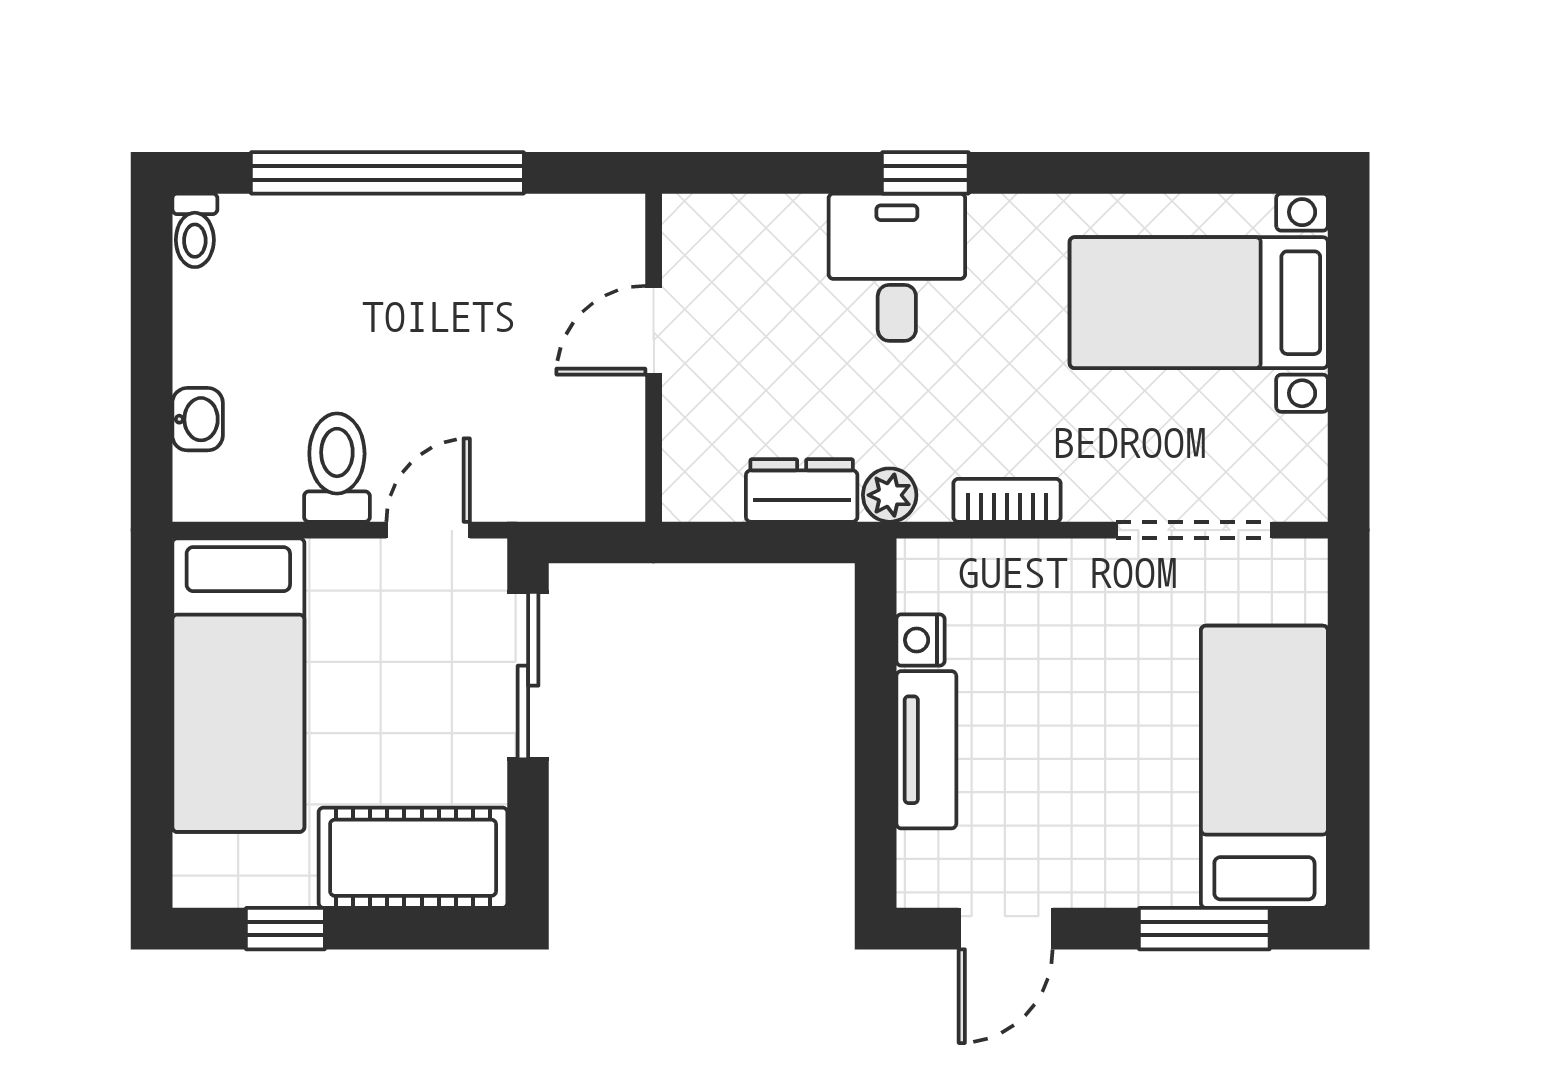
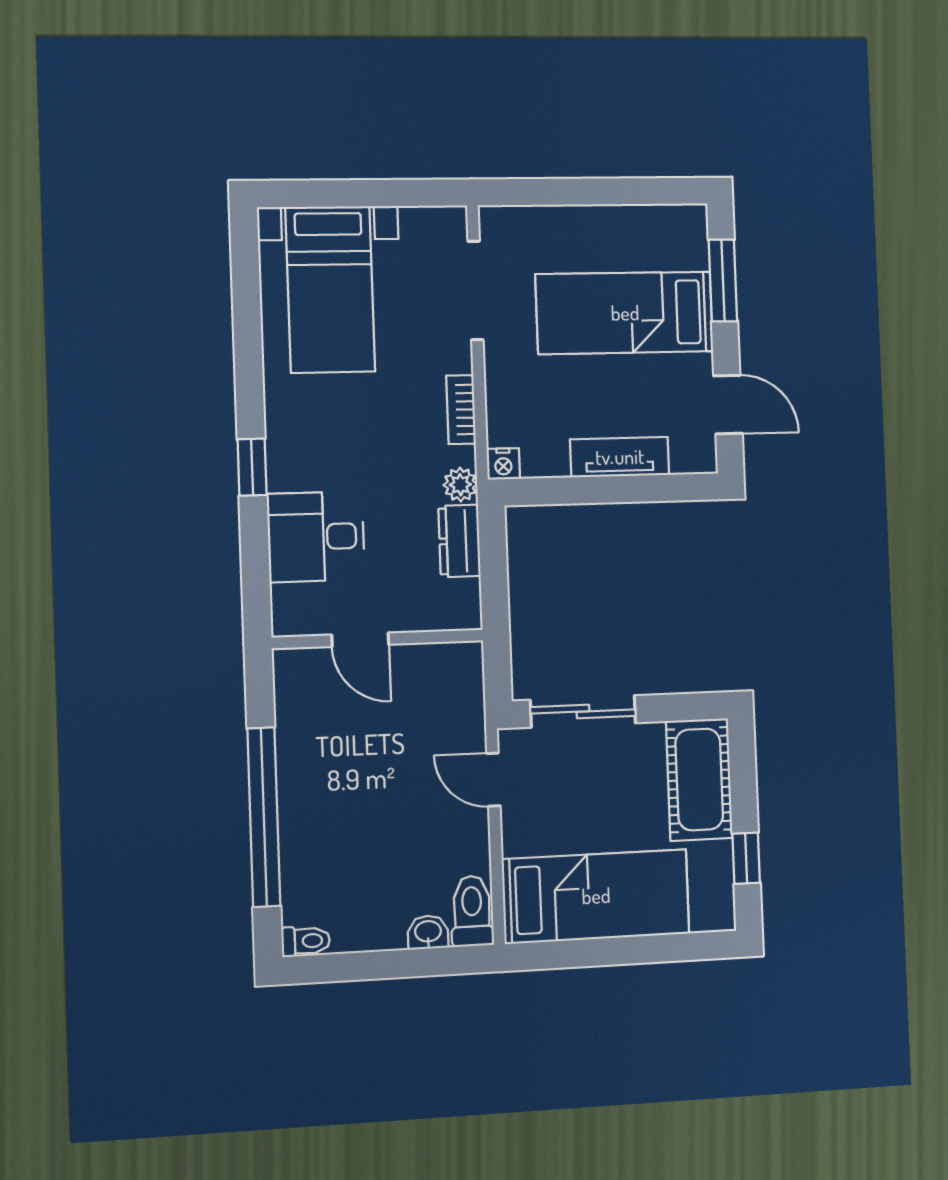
desk: (897, 267) -> (316, 537), moved
toilet: (337, 468) -> (472, 911), moved, turned 90
nightstand: (920, 640) -> (503, 464), moved
bed: (1264, 767) -> (625, 313), moved

